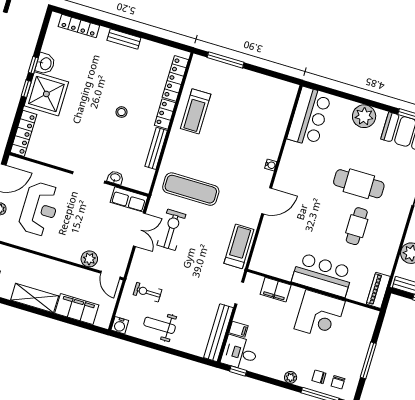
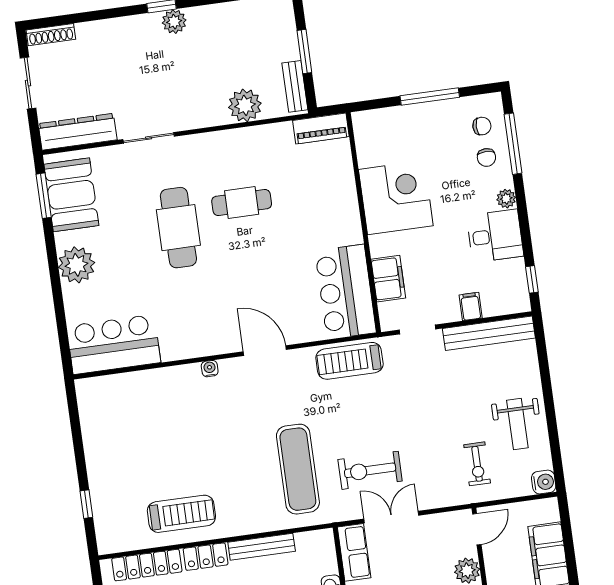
window: (226, 60) -> (86, 504), width x0.46
bar counter: (323, 275) -> (346, 292), moved
desk: (240, 353) -> (495, 236), moved, turned -90

